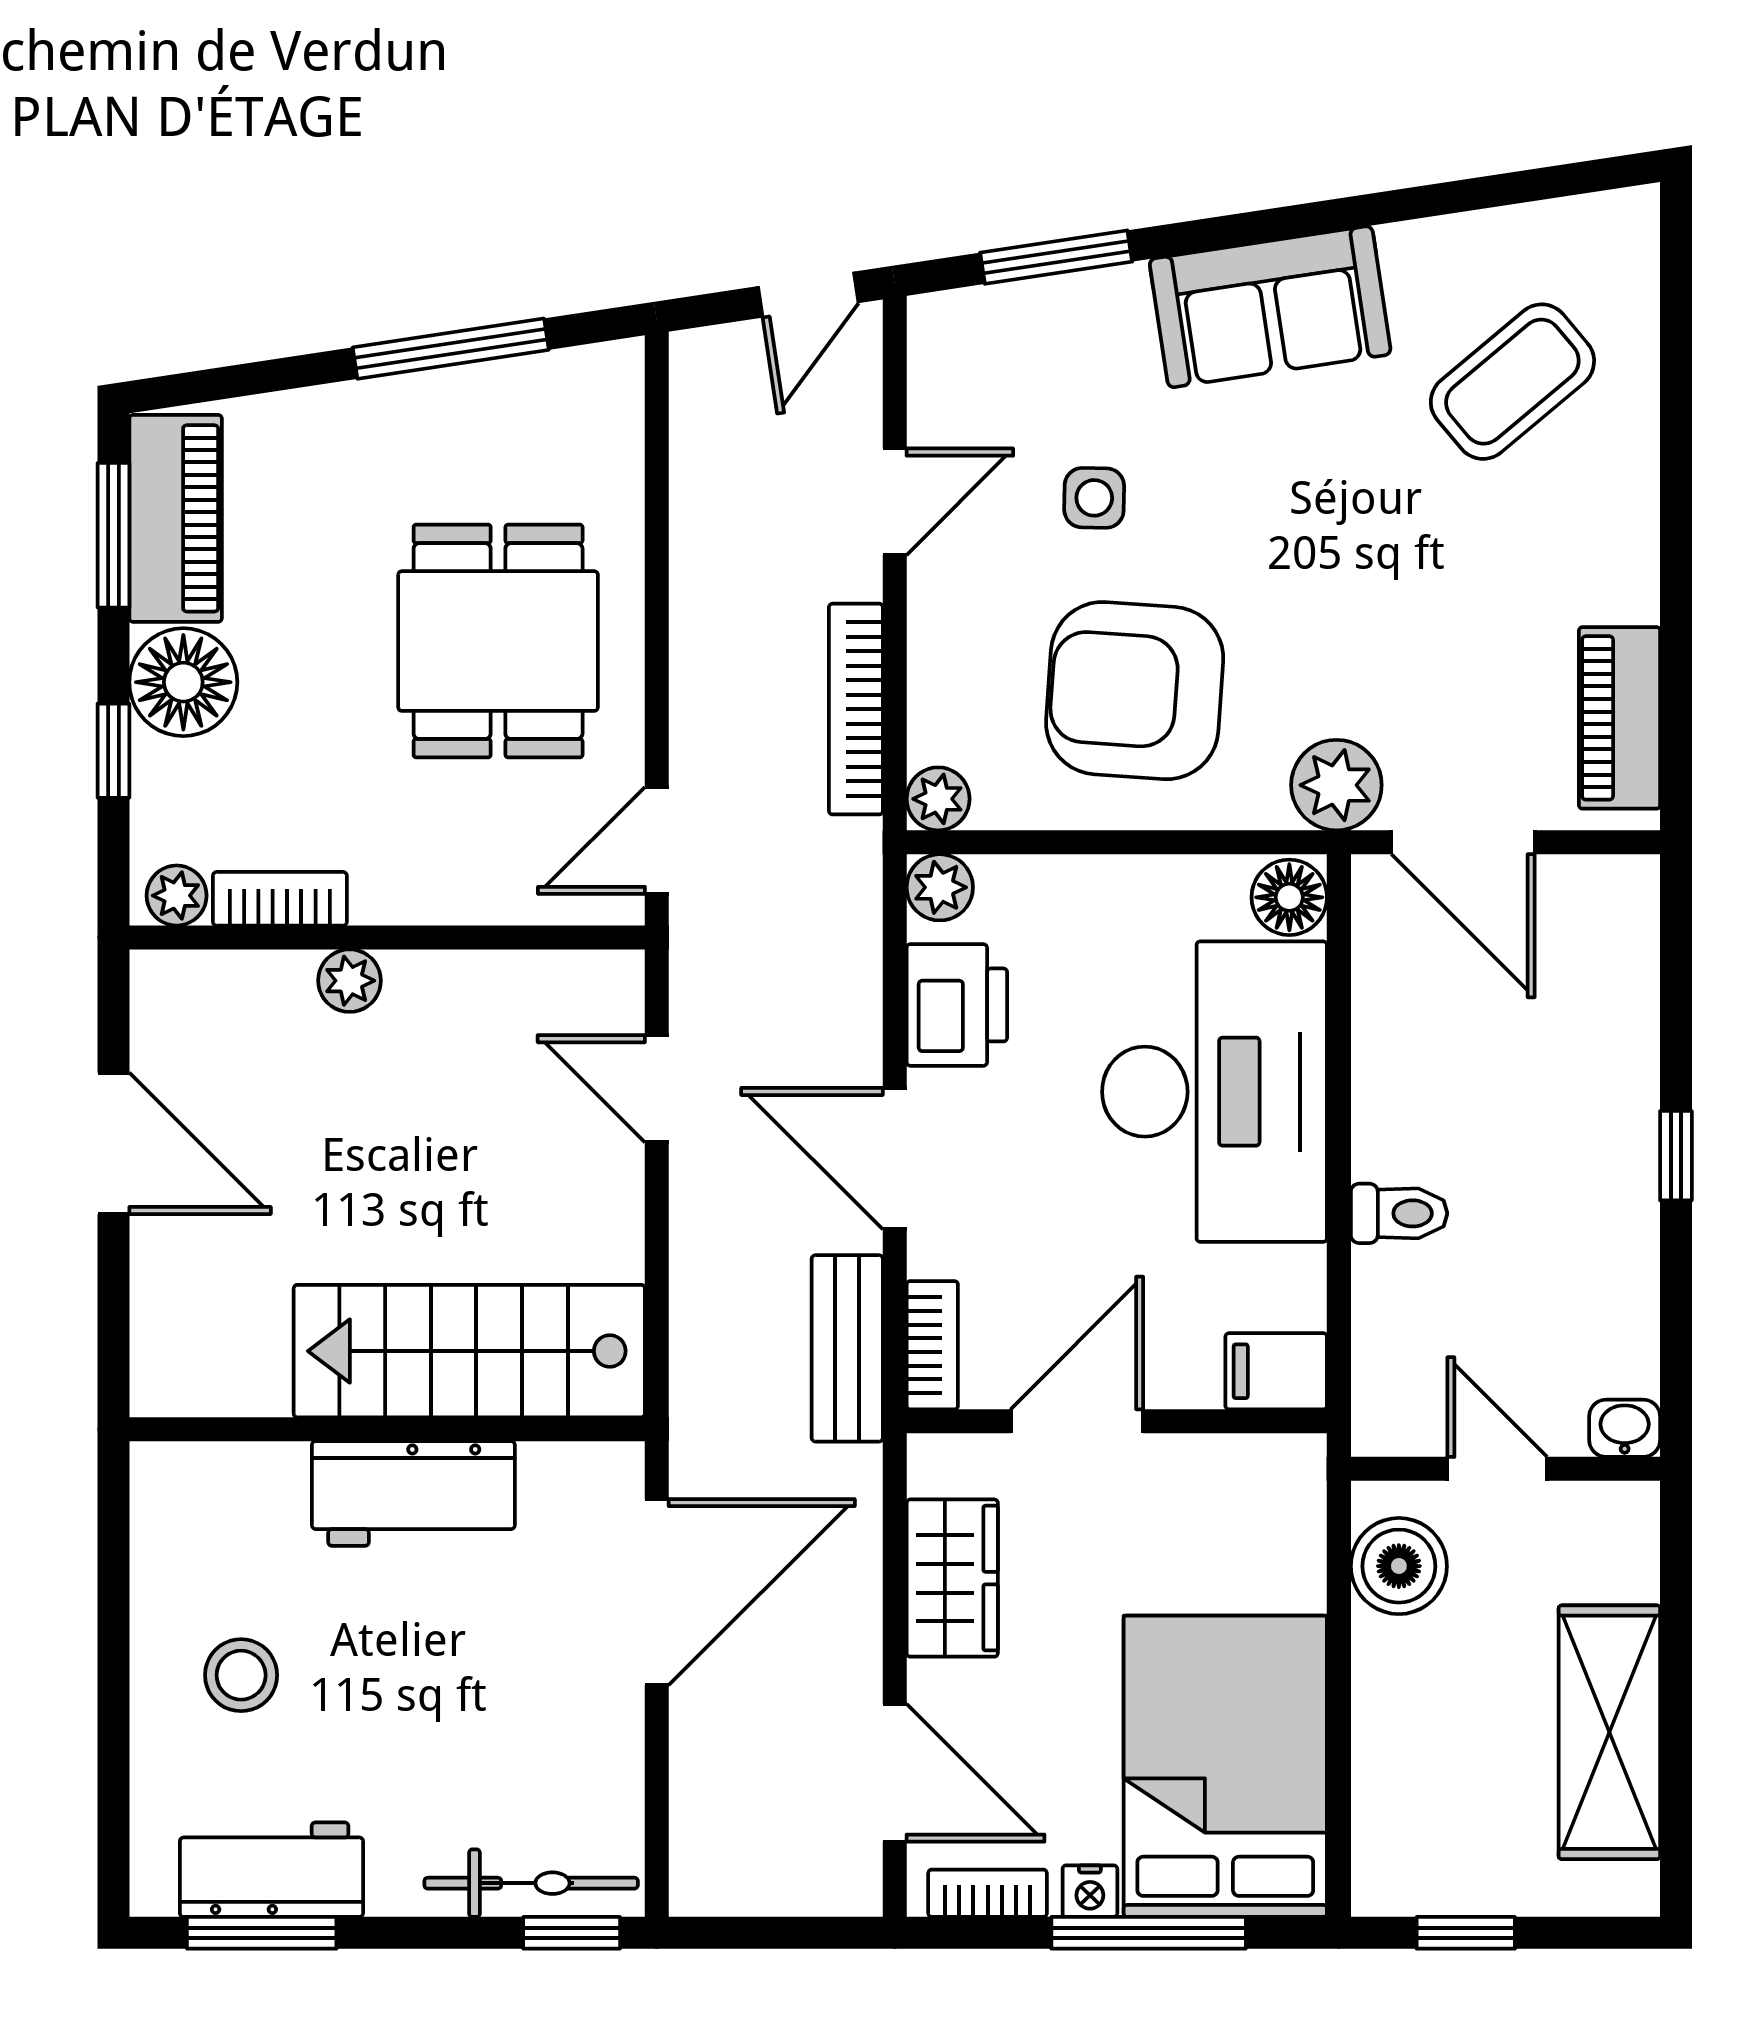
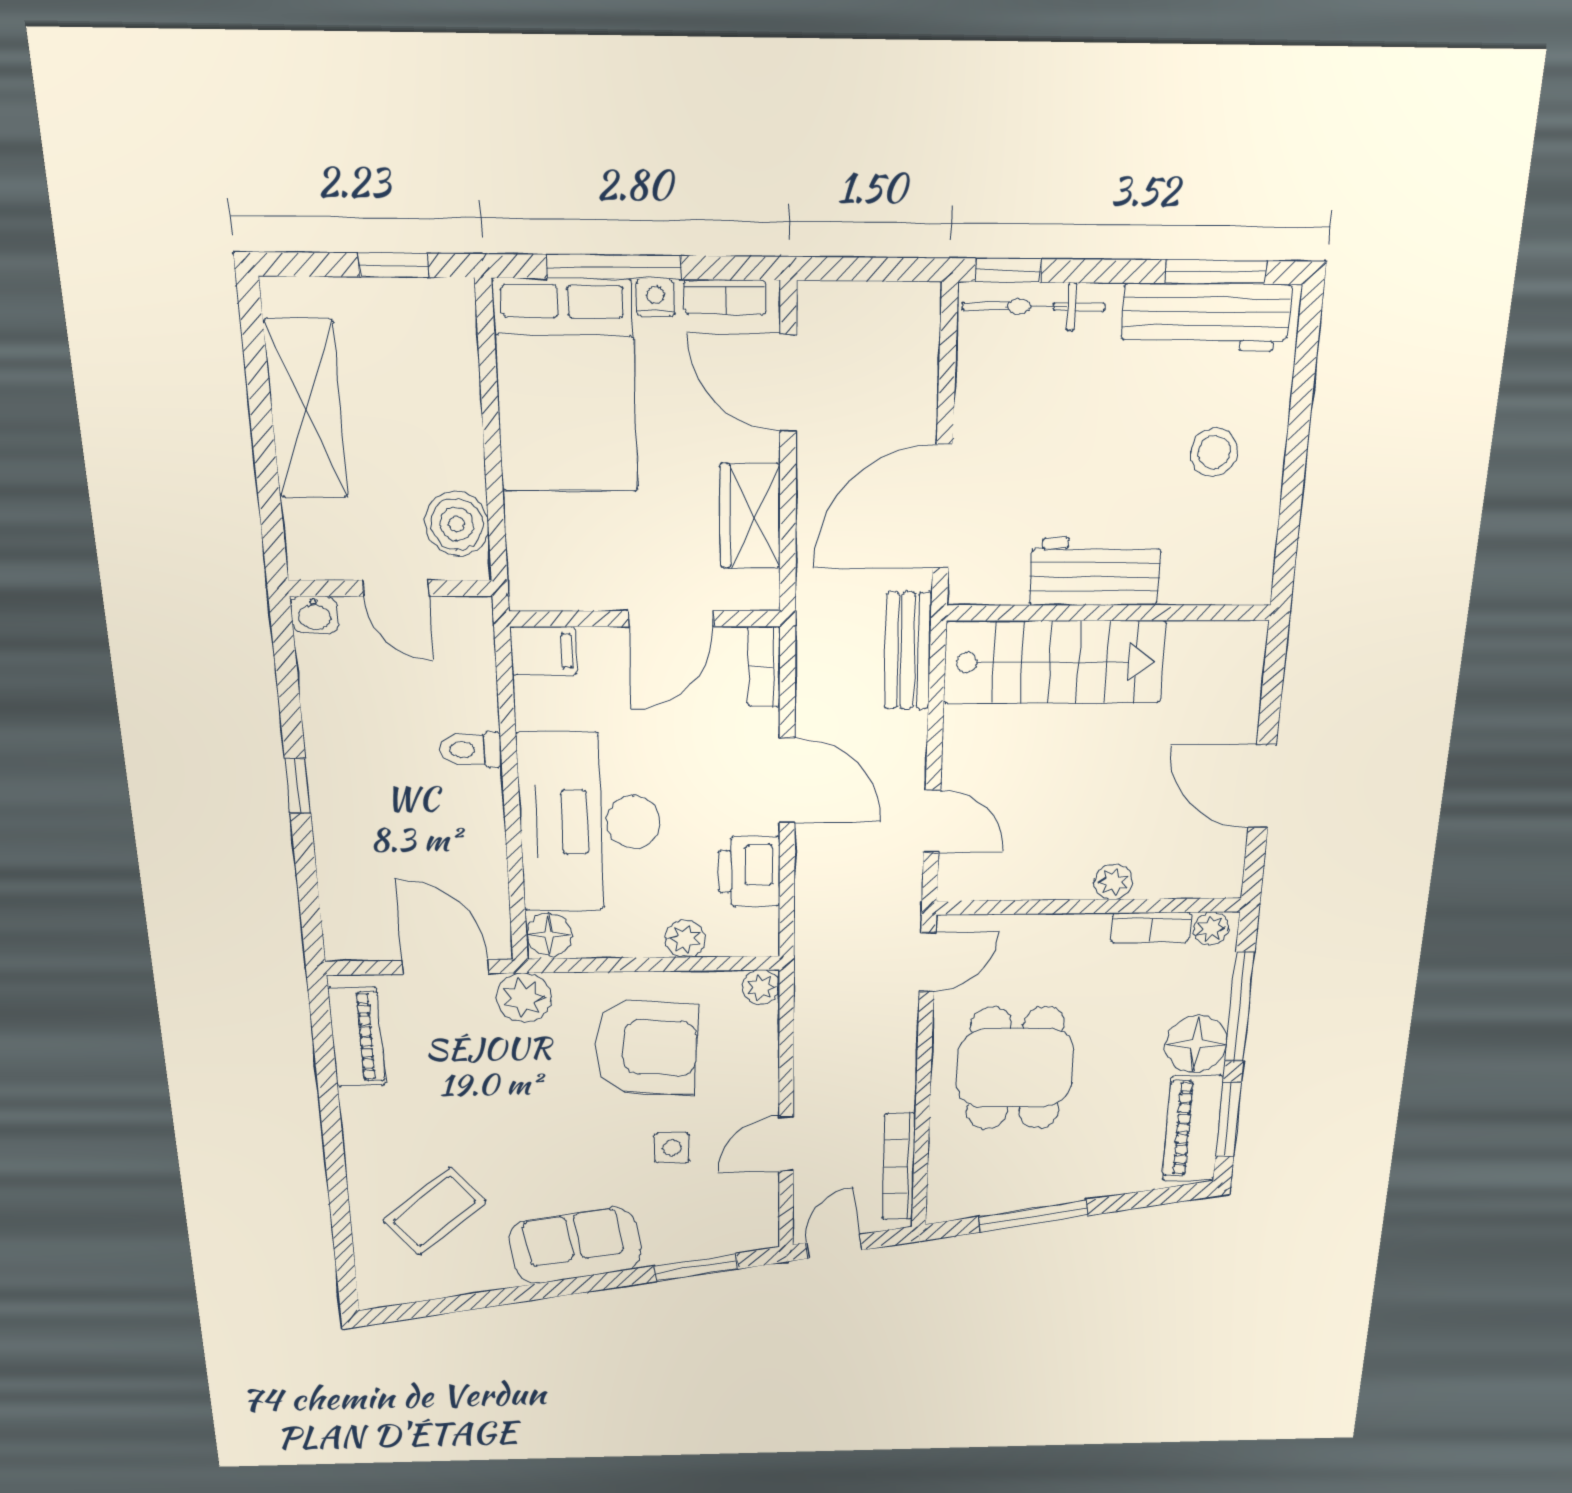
bookcase: (856, 709) -> (899, 1167), moved, turned 180
window: (113, 751) -> (1240, 1007), width x2.17
plant: (940, 887) -> (685, 939), moved
bench: (847, 1348) -> (908, 651), moved
workbench: (271, 1870) -> (1206, 317), width x1.38

